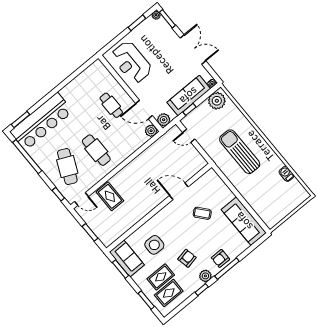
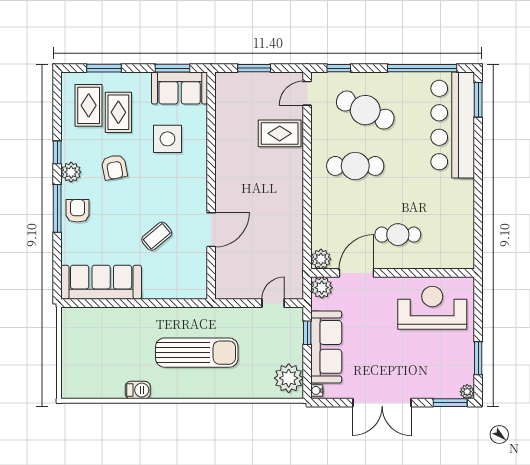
barbecue: (287, 174) -> (138, 390), moved

